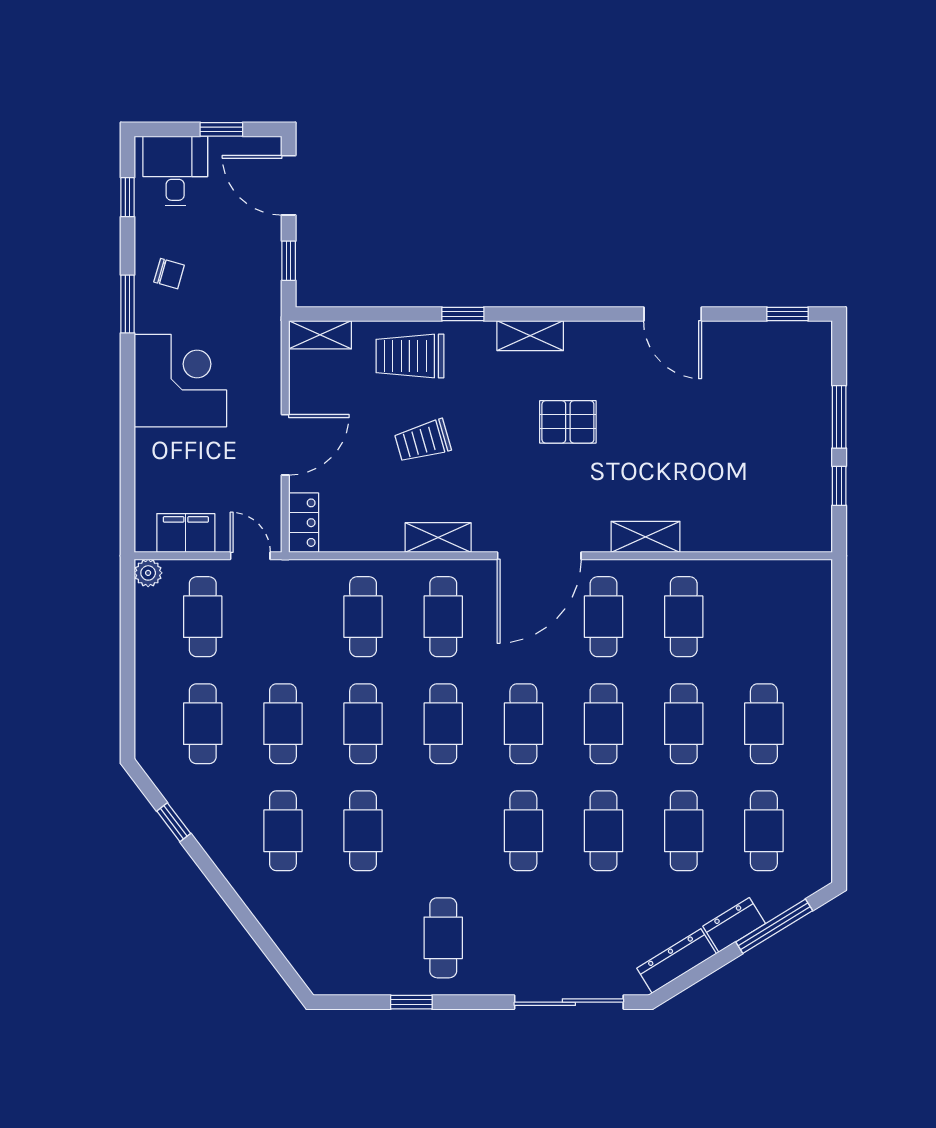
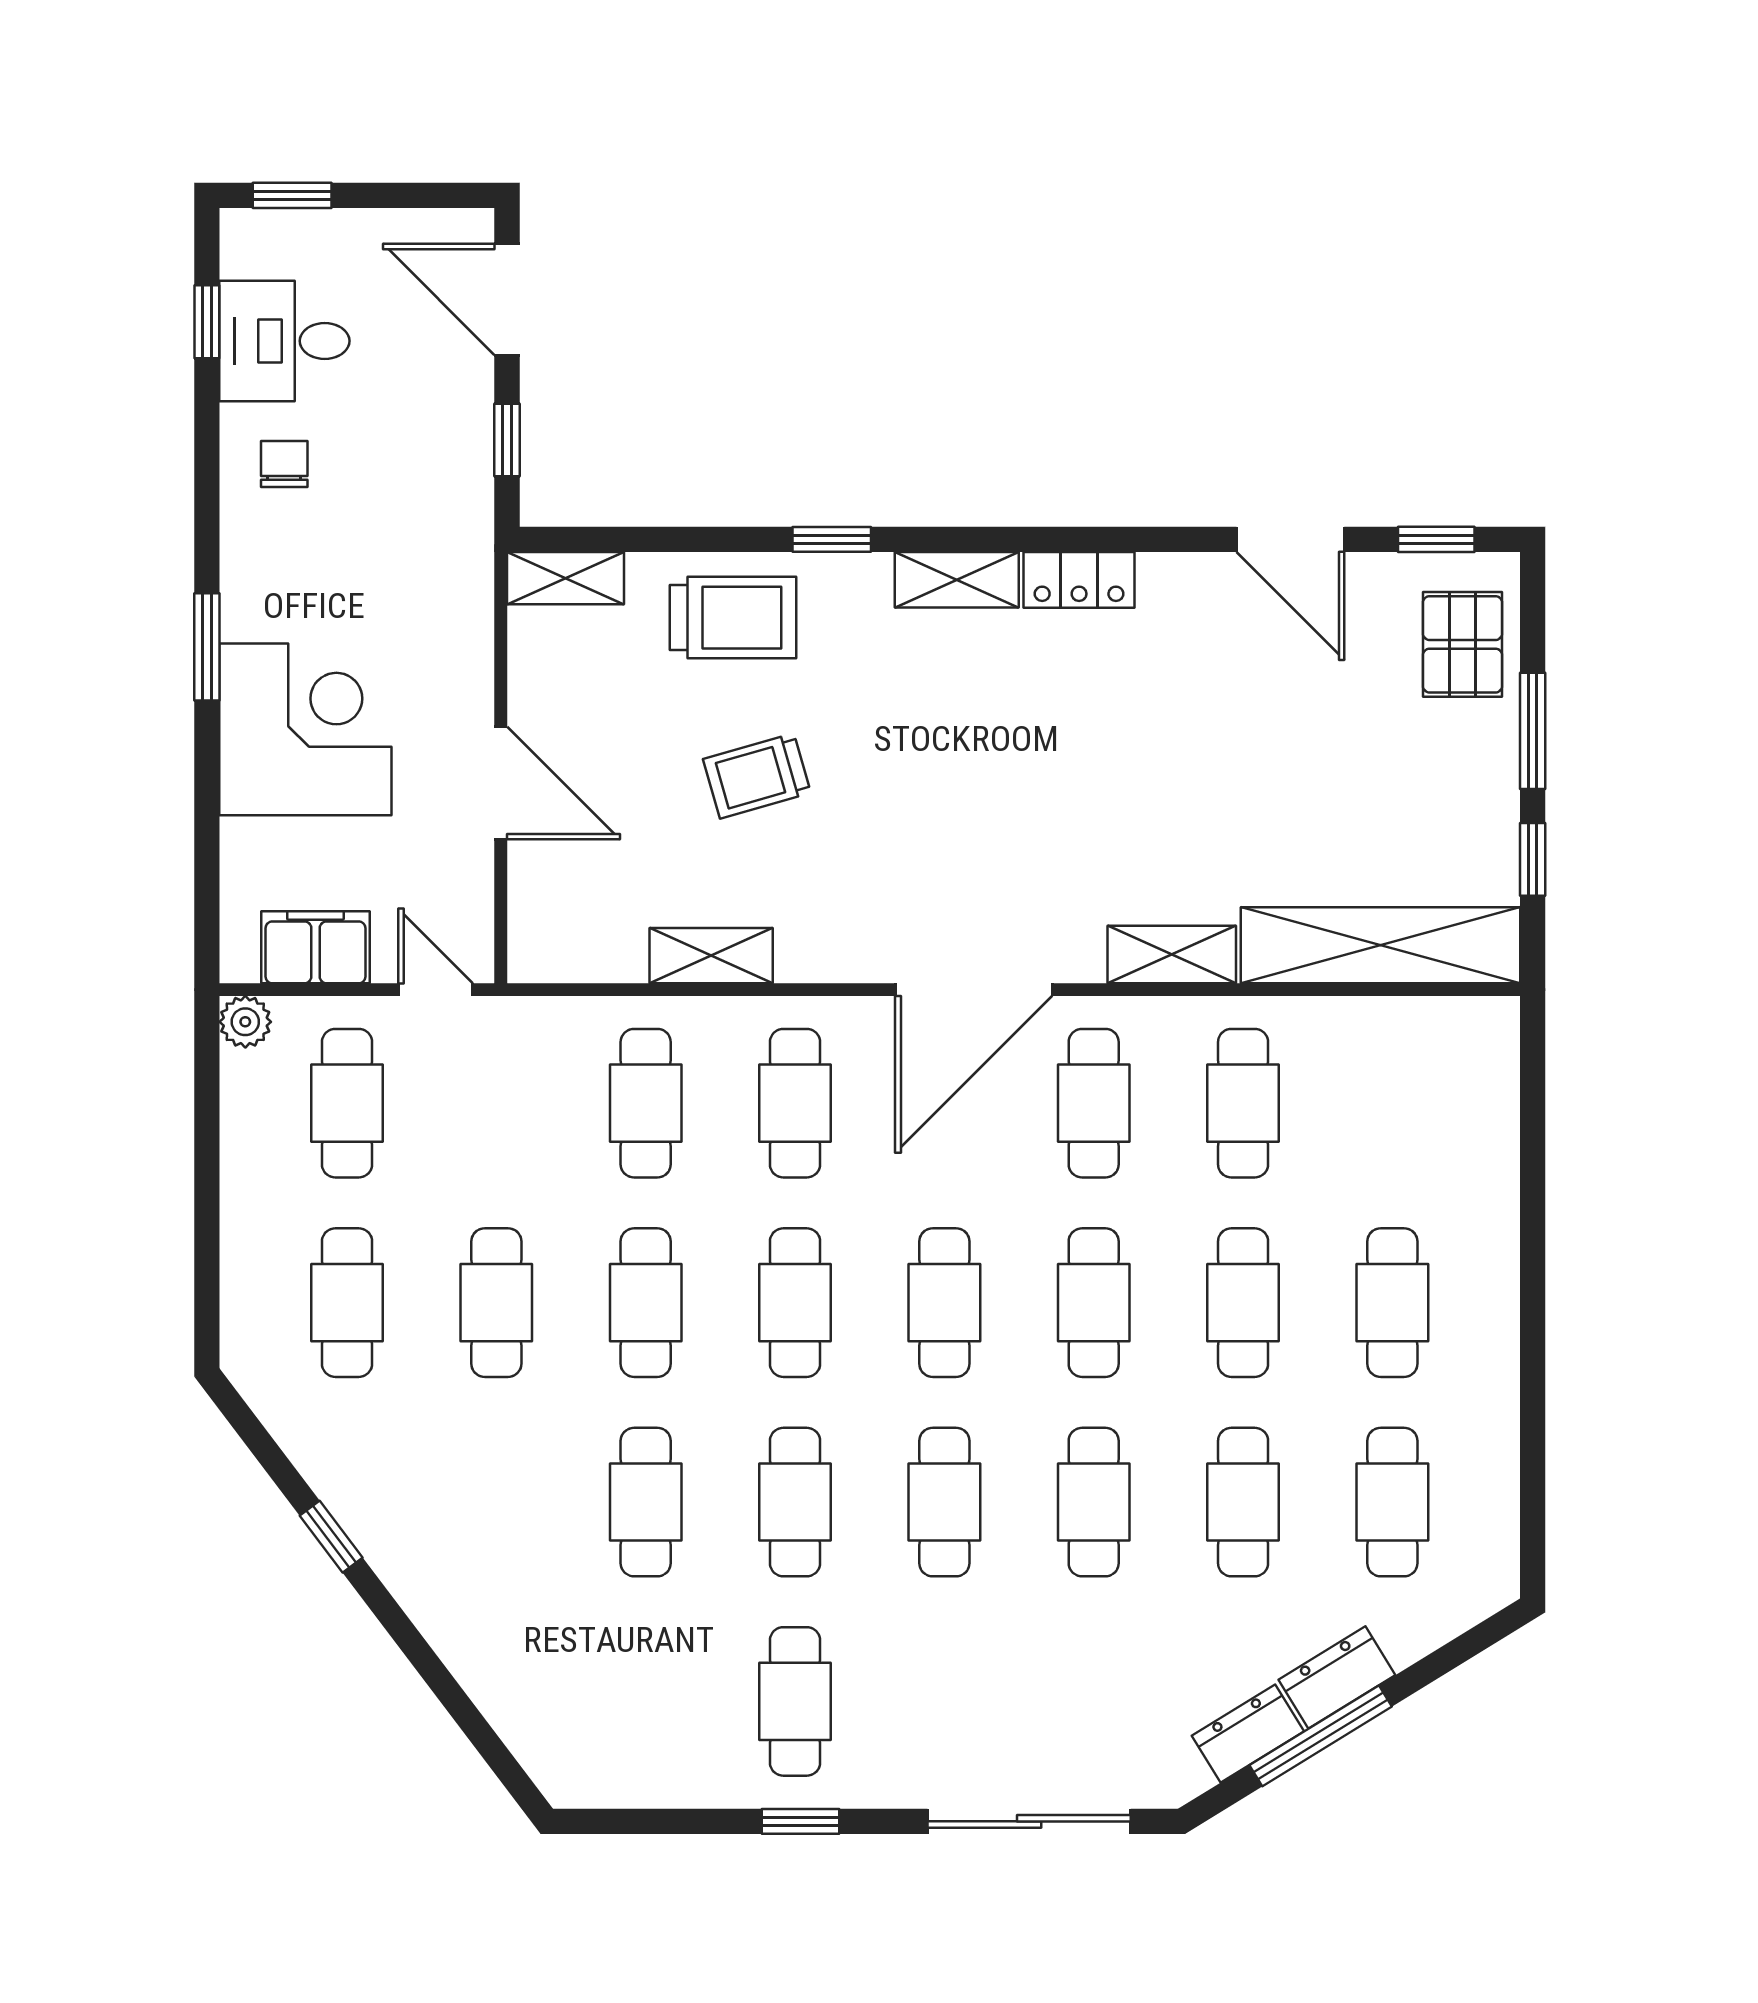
window: (221, 129) -> (292, 195), moved
desk: (175, 171) -> (284, 341), moved, turned -90
chair: (169, 274) -> (284, 464), turned -106
window: (127, 304) -> (207, 647), moved
door: (673, 314) -> (1290, 539), moved
trolley: (410, 356) -> (733, 618), turned 180
corner desk: (180, 381) -> (305, 729), moved
pallet: (568, 422) -> (1463, 644), moved, turned 90
door: (285, 445) -> (501, 783), hinge flipped
locker: (304, 523) -> (1079, 580), moved, turned 90
shelving: (757, 532) -> (1381, 945), added
shelving: (438, 537) -> (711, 956), moved
window: (174, 822) -> (331, 1537), moved
cafe table: (283, 831) -> (795, 1502), moved
window: (774, 926) -> (1321, 1736), moved
dresser: (677, 961) -> (1248, 1733), width x0.70
window: (411, 1002) -> (801, 1821), moved

